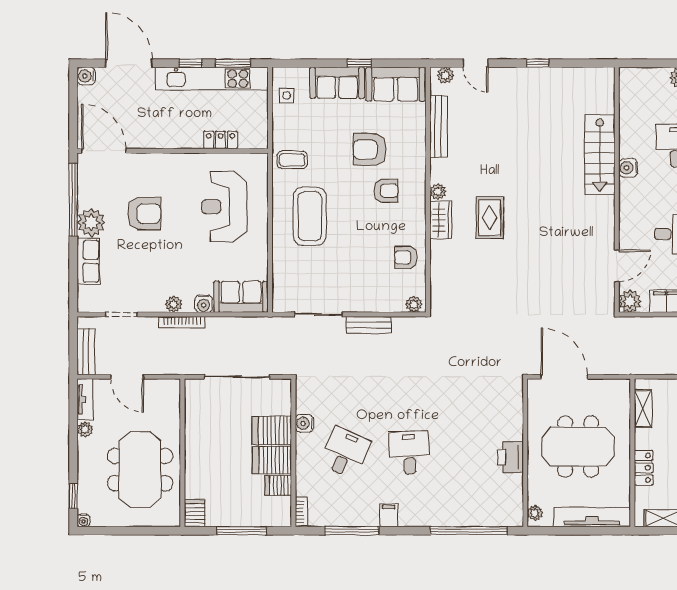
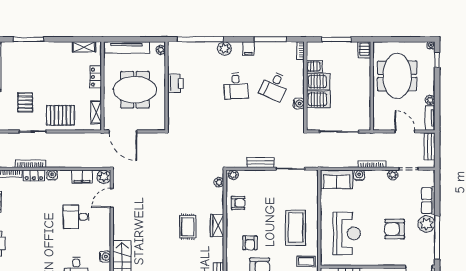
armchair: (386, 191) -> (250, 243), turned -89
plant: (438, 192) -> (219, 182), moved
plant: (174, 304) -> (393, 175), moved
door: (564, 377) -> (123, 131), moved
plant: (429, 515) -> (224, 48), added

